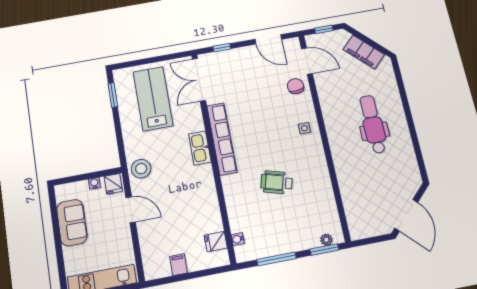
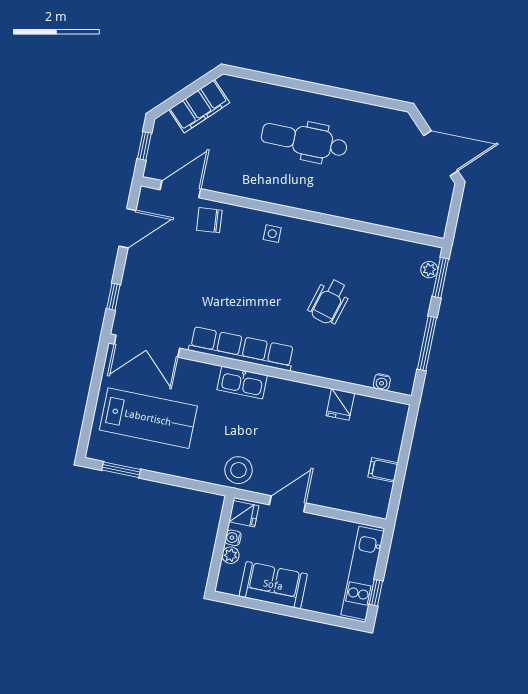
lab bench: (153, 99) -> (148, 418), turned 180
plant: (82, 186) -> (231, 555), added
fridge: (216, 242) -> (340, 404), moved

